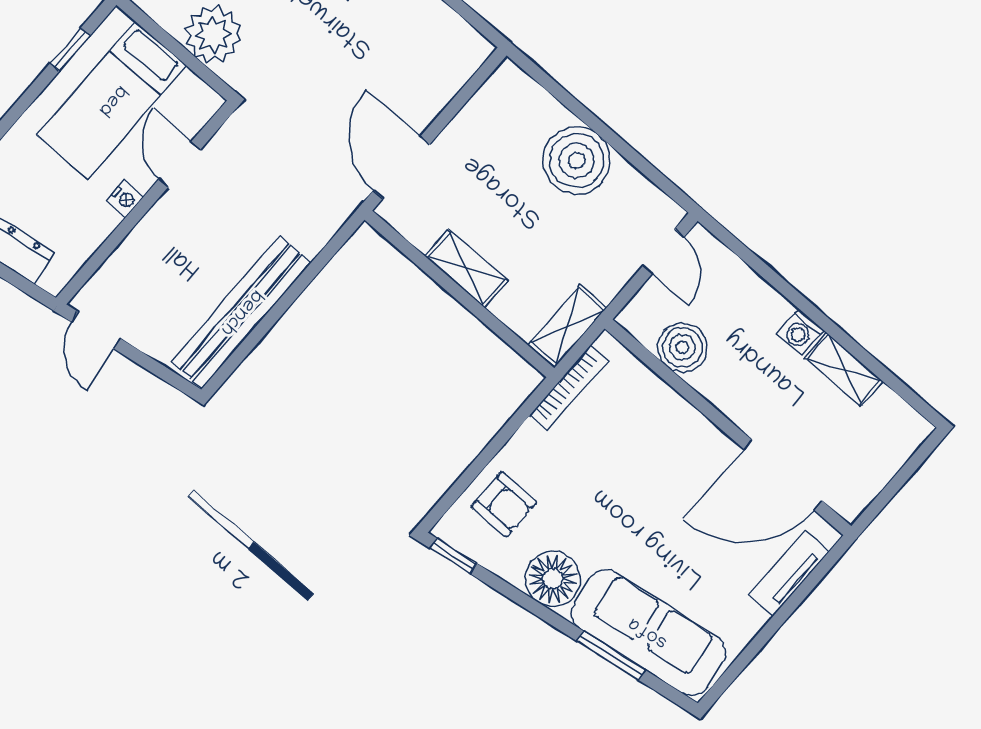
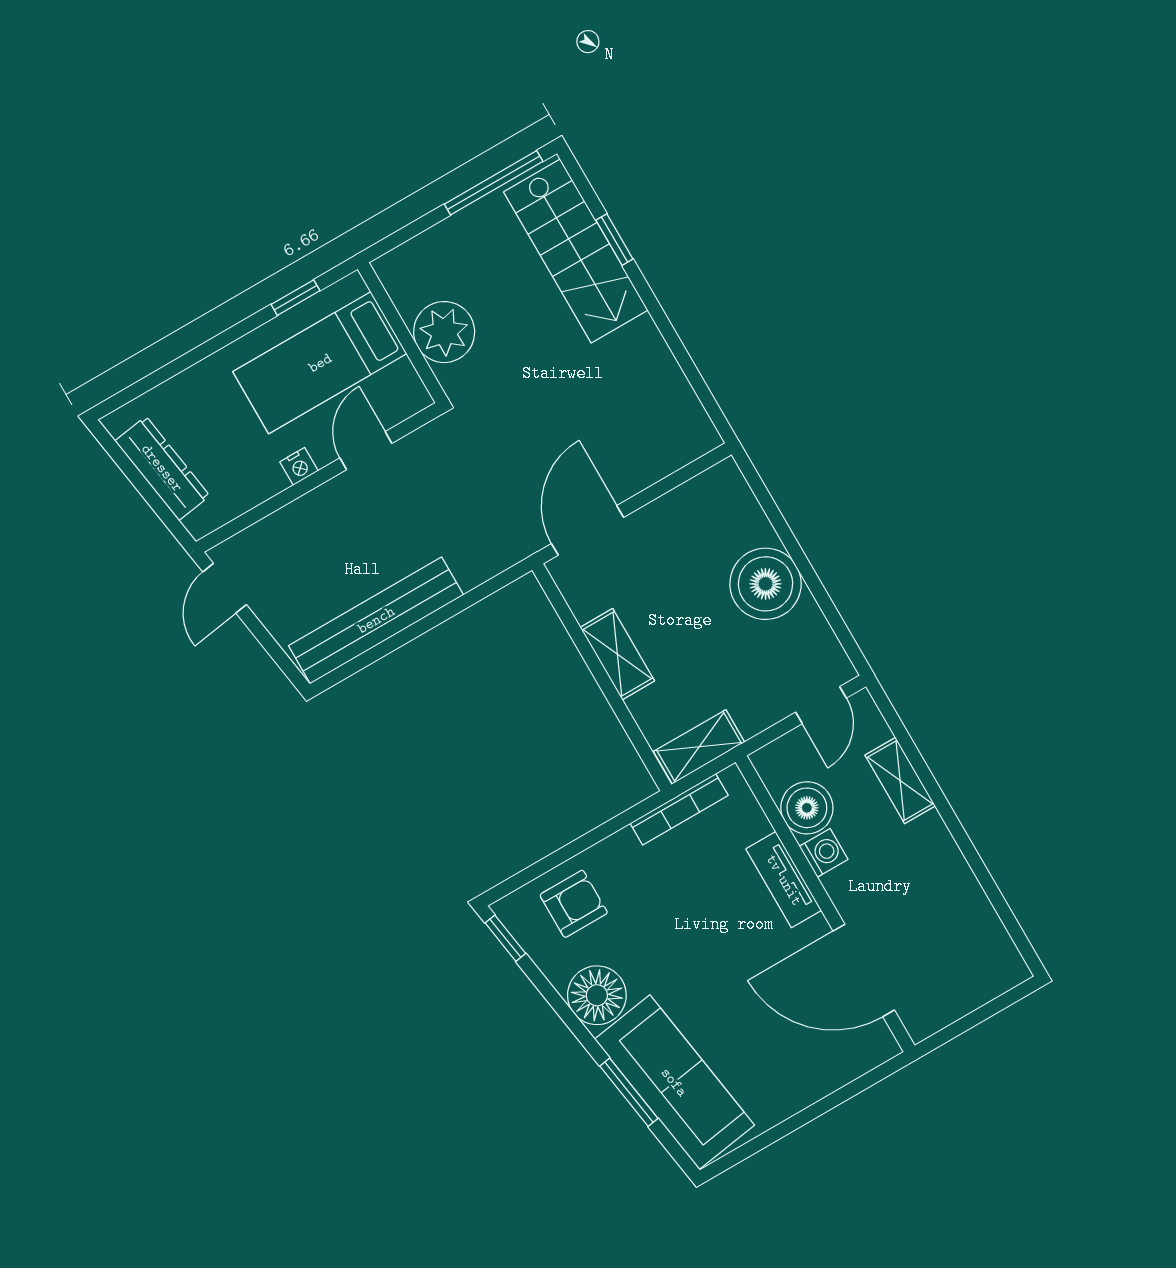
washing machine: (800, 332) -> (824, 853), moved, turned 180
shelving: (844, 370) -> (900, 781), moved
armchair: (504, 504) -> (574, 904), turned -90
tv unit: (789, 573) -> (784, 880), moved, turned -90

